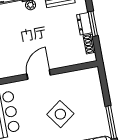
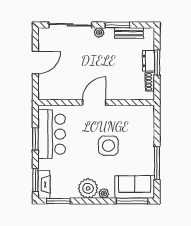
side table: (60, 114) -> (108, 146), turned 36

